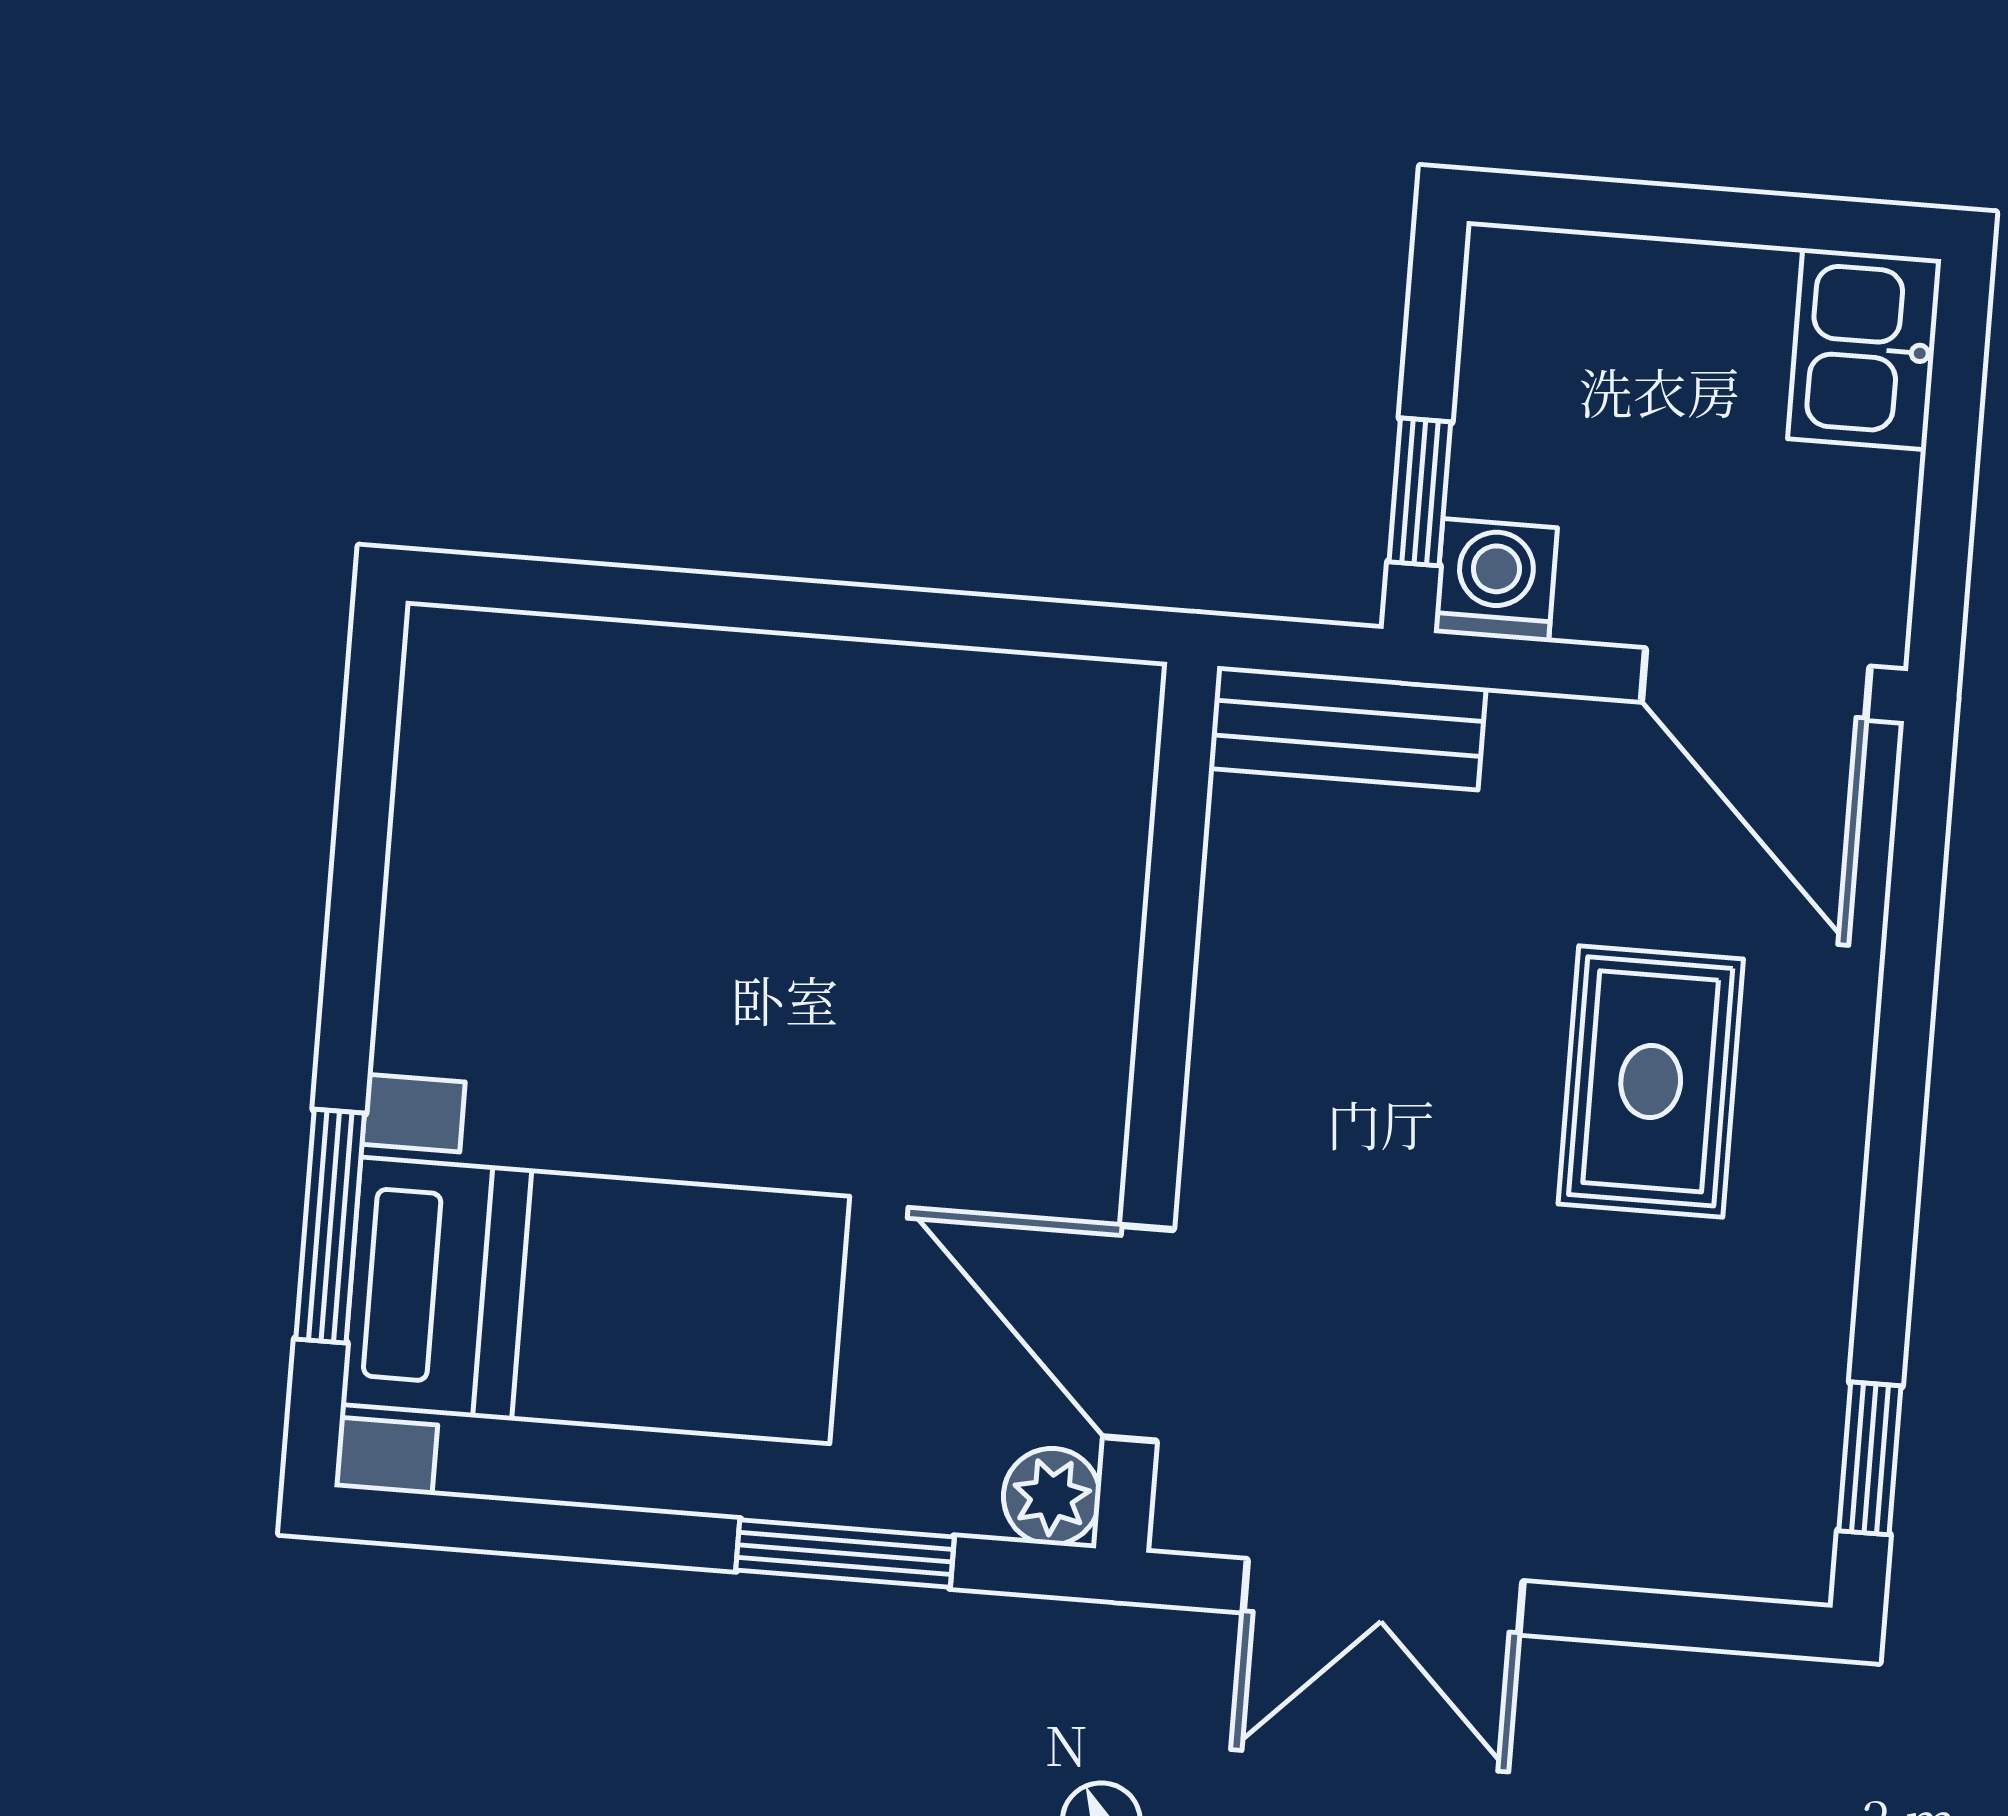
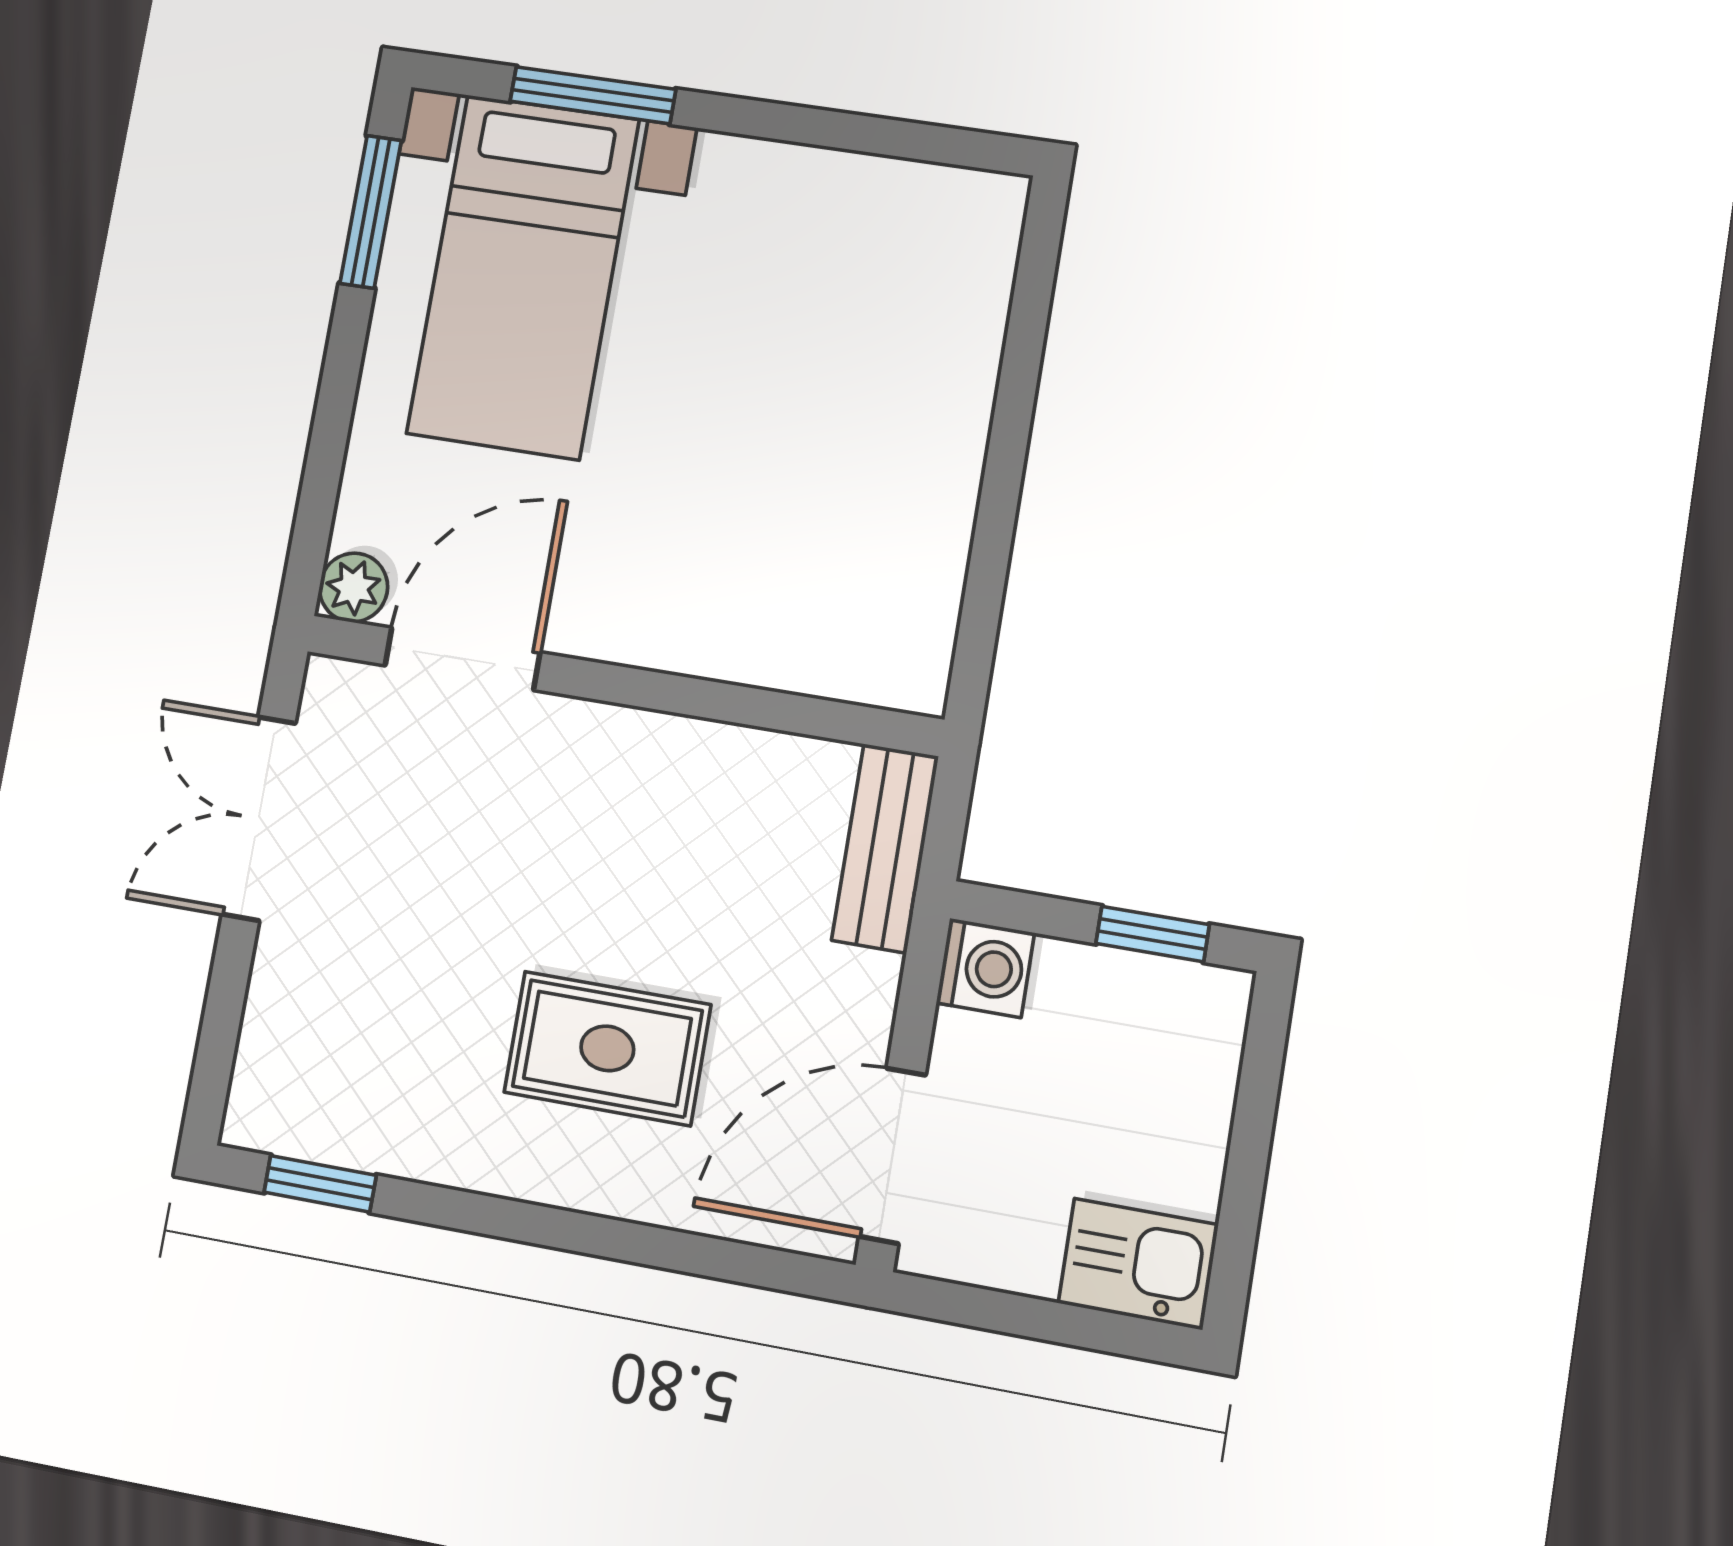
window: (1420, 492) -> (1153, 934), moved
window: (845, 1553) -> (371, 212), moved

